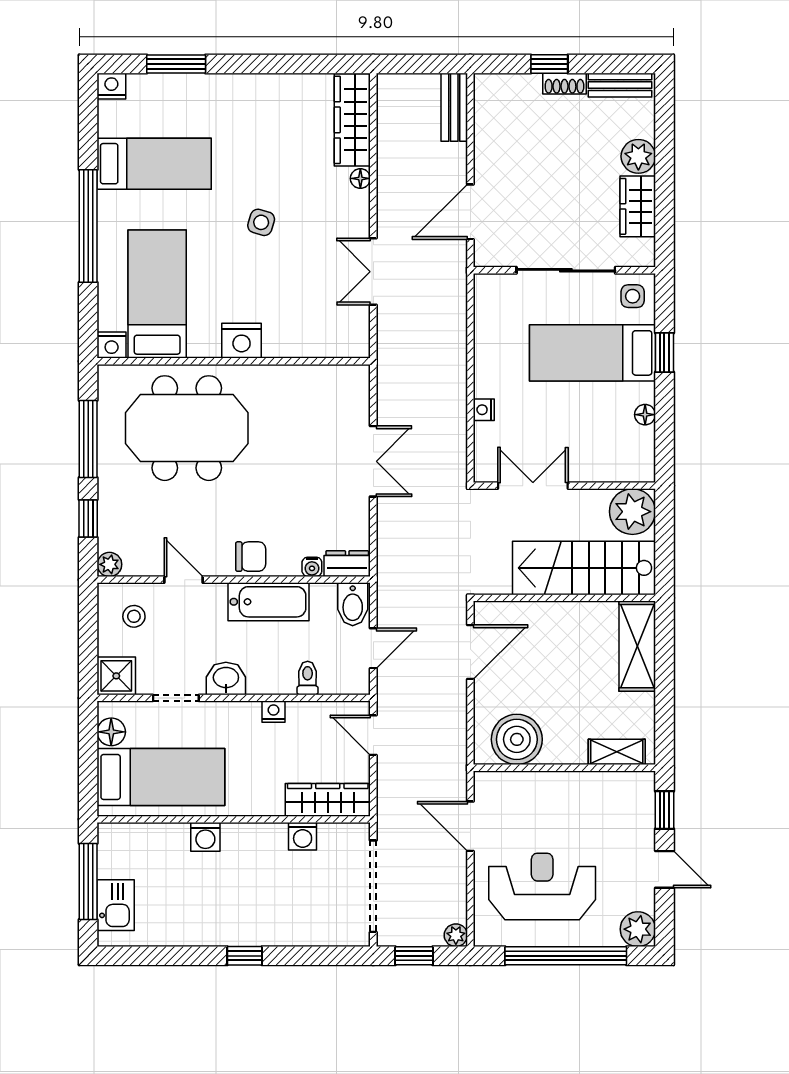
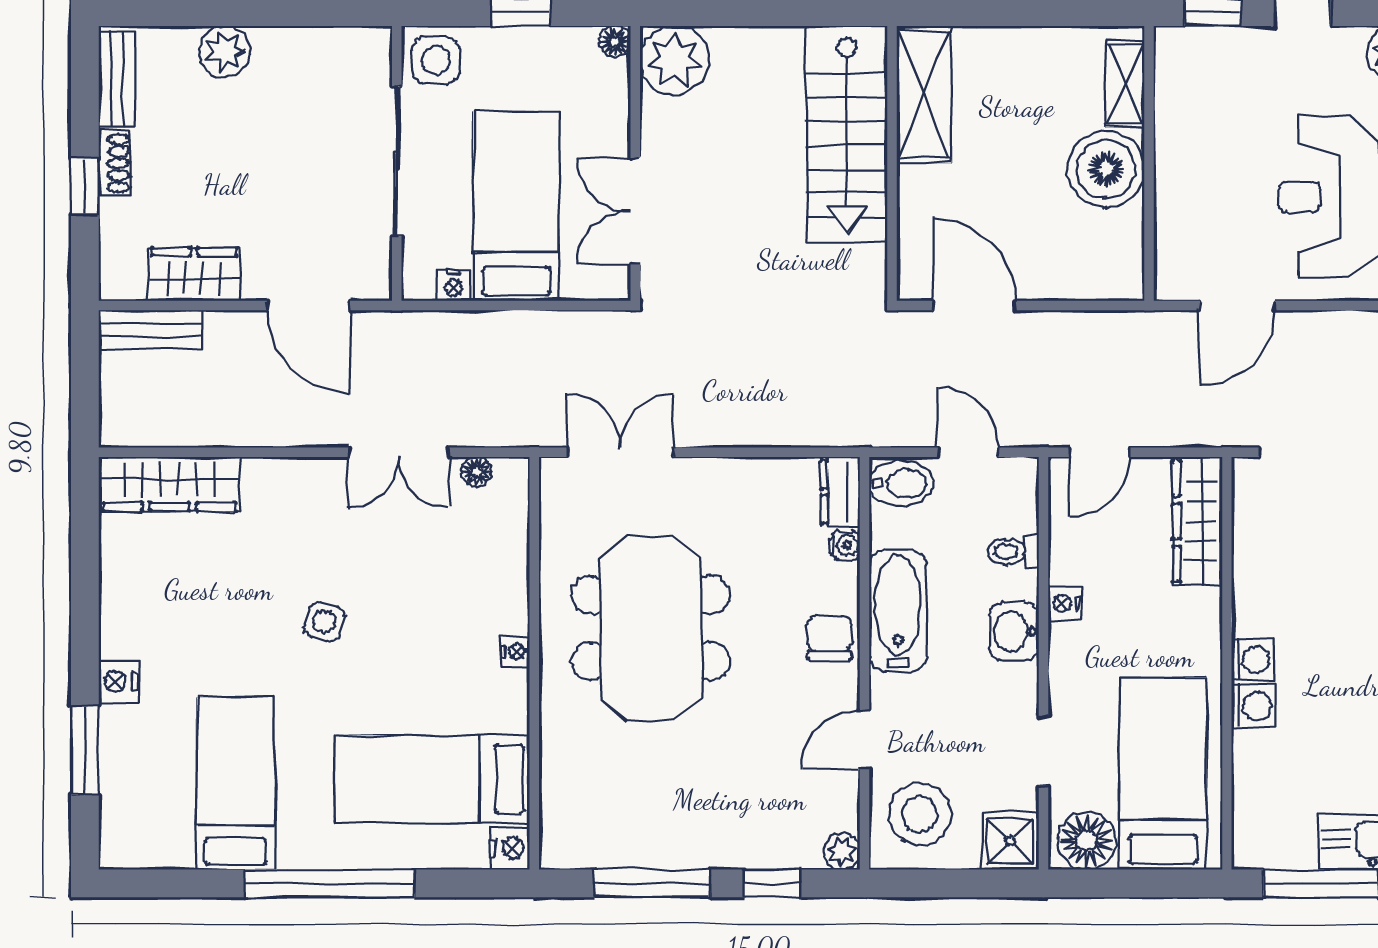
nightstand: (111, 86) -> (118, 681), moved
floor lamp: (360, 178) -> (476, 472), moved
wardrobe: (638, 206) -> (194, 274), moved, turned 180
side table: (633, 296) -> (436, 60), width x1.37, depth x1.37
nightstand: (242, 341) -> (515, 651), width x0.53, depth x0.56
bed: (592, 353) -> (516, 206), moved, turned 180
nightstand: (484, 410) -> (453, 285), moved
meeting table: (187, 428) -> (651, 628), moved
double door: (373, 461) -> (620, 452), moved
double door: (533, 486) -> (635, 211), moved
wall: (564, 486) -> (635, 163), moved
plant: (632, 512) -> (674, 60), moved
stool: (134, 616) -> (920, 814), width x1.89, depth x1.89
shelving: (637, 646) -> (924, 94), moved, turned 90
washbasin: (226, 678) -> (1014, 631), moved
floor lamp: (111, 732) -> (1087, 841), width x1.38, depth x1.38
boiler: (517, 739) -> (1106, 169), moved
washing machine: (303, 836) -> (1253, 659), moved

